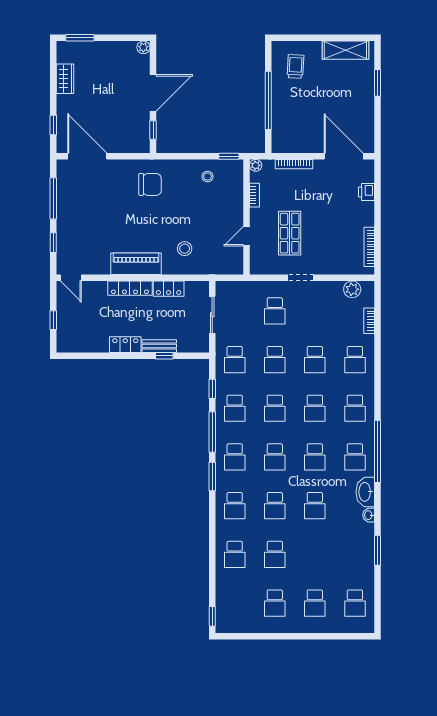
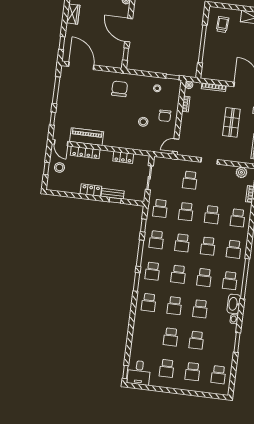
door: (153, 93) -> (129, 30), swing flipped
chair: (150, 184) -> (120, 89), turned -90
chair: (224, 217) -> (165, 116), added
shop shelf: (290, 233) -> (231, 122), moved
door: (247, 236) -> (176, 145), moved
stool: (185, 249) -> (143, 122), moved
piano: (136, 264) -> (87, 137), moved
locker: (130, 288) -> (85, 152), moved
stool: (73, 316) -> (59, 167), added
school desk: (235, 554) -> (196, 340), moved
desk: (233, 615) -> (139, 373), added

